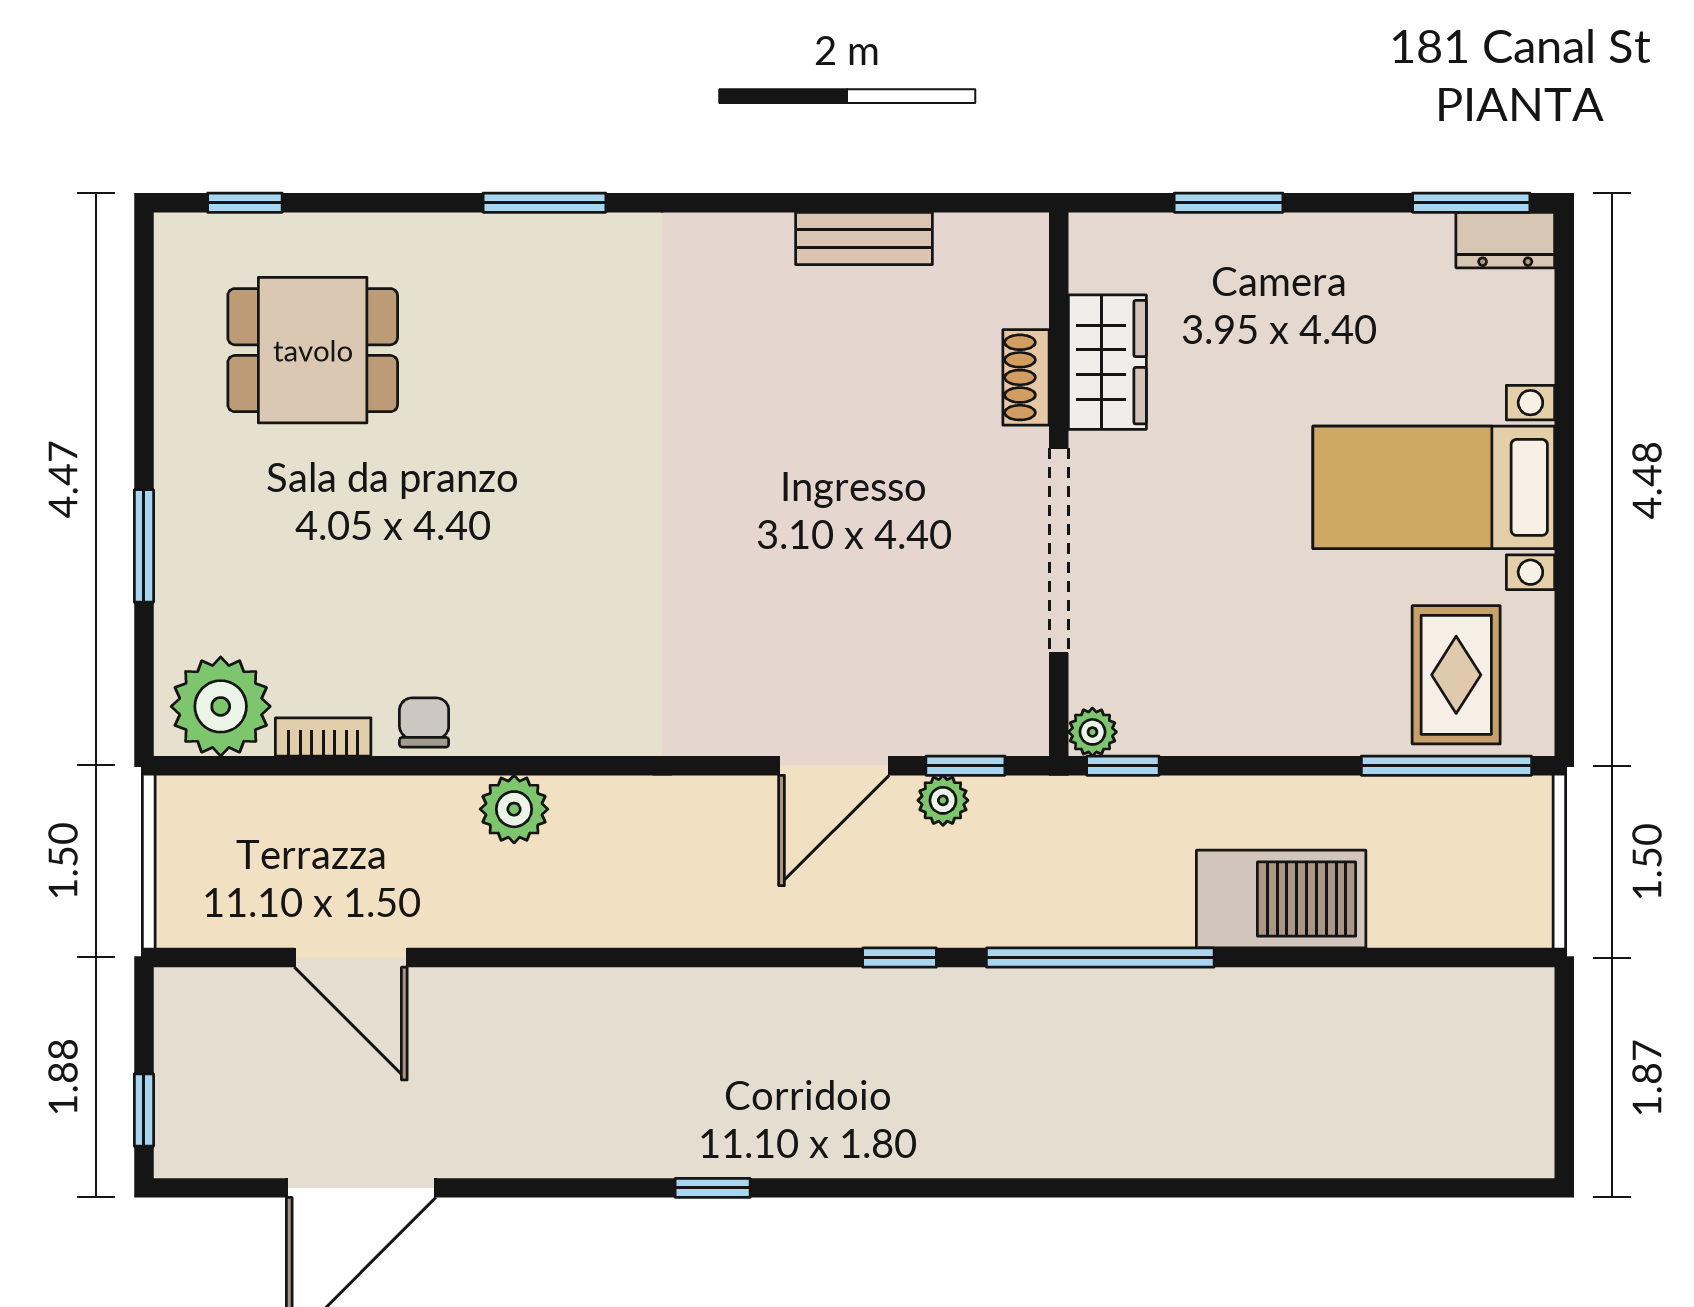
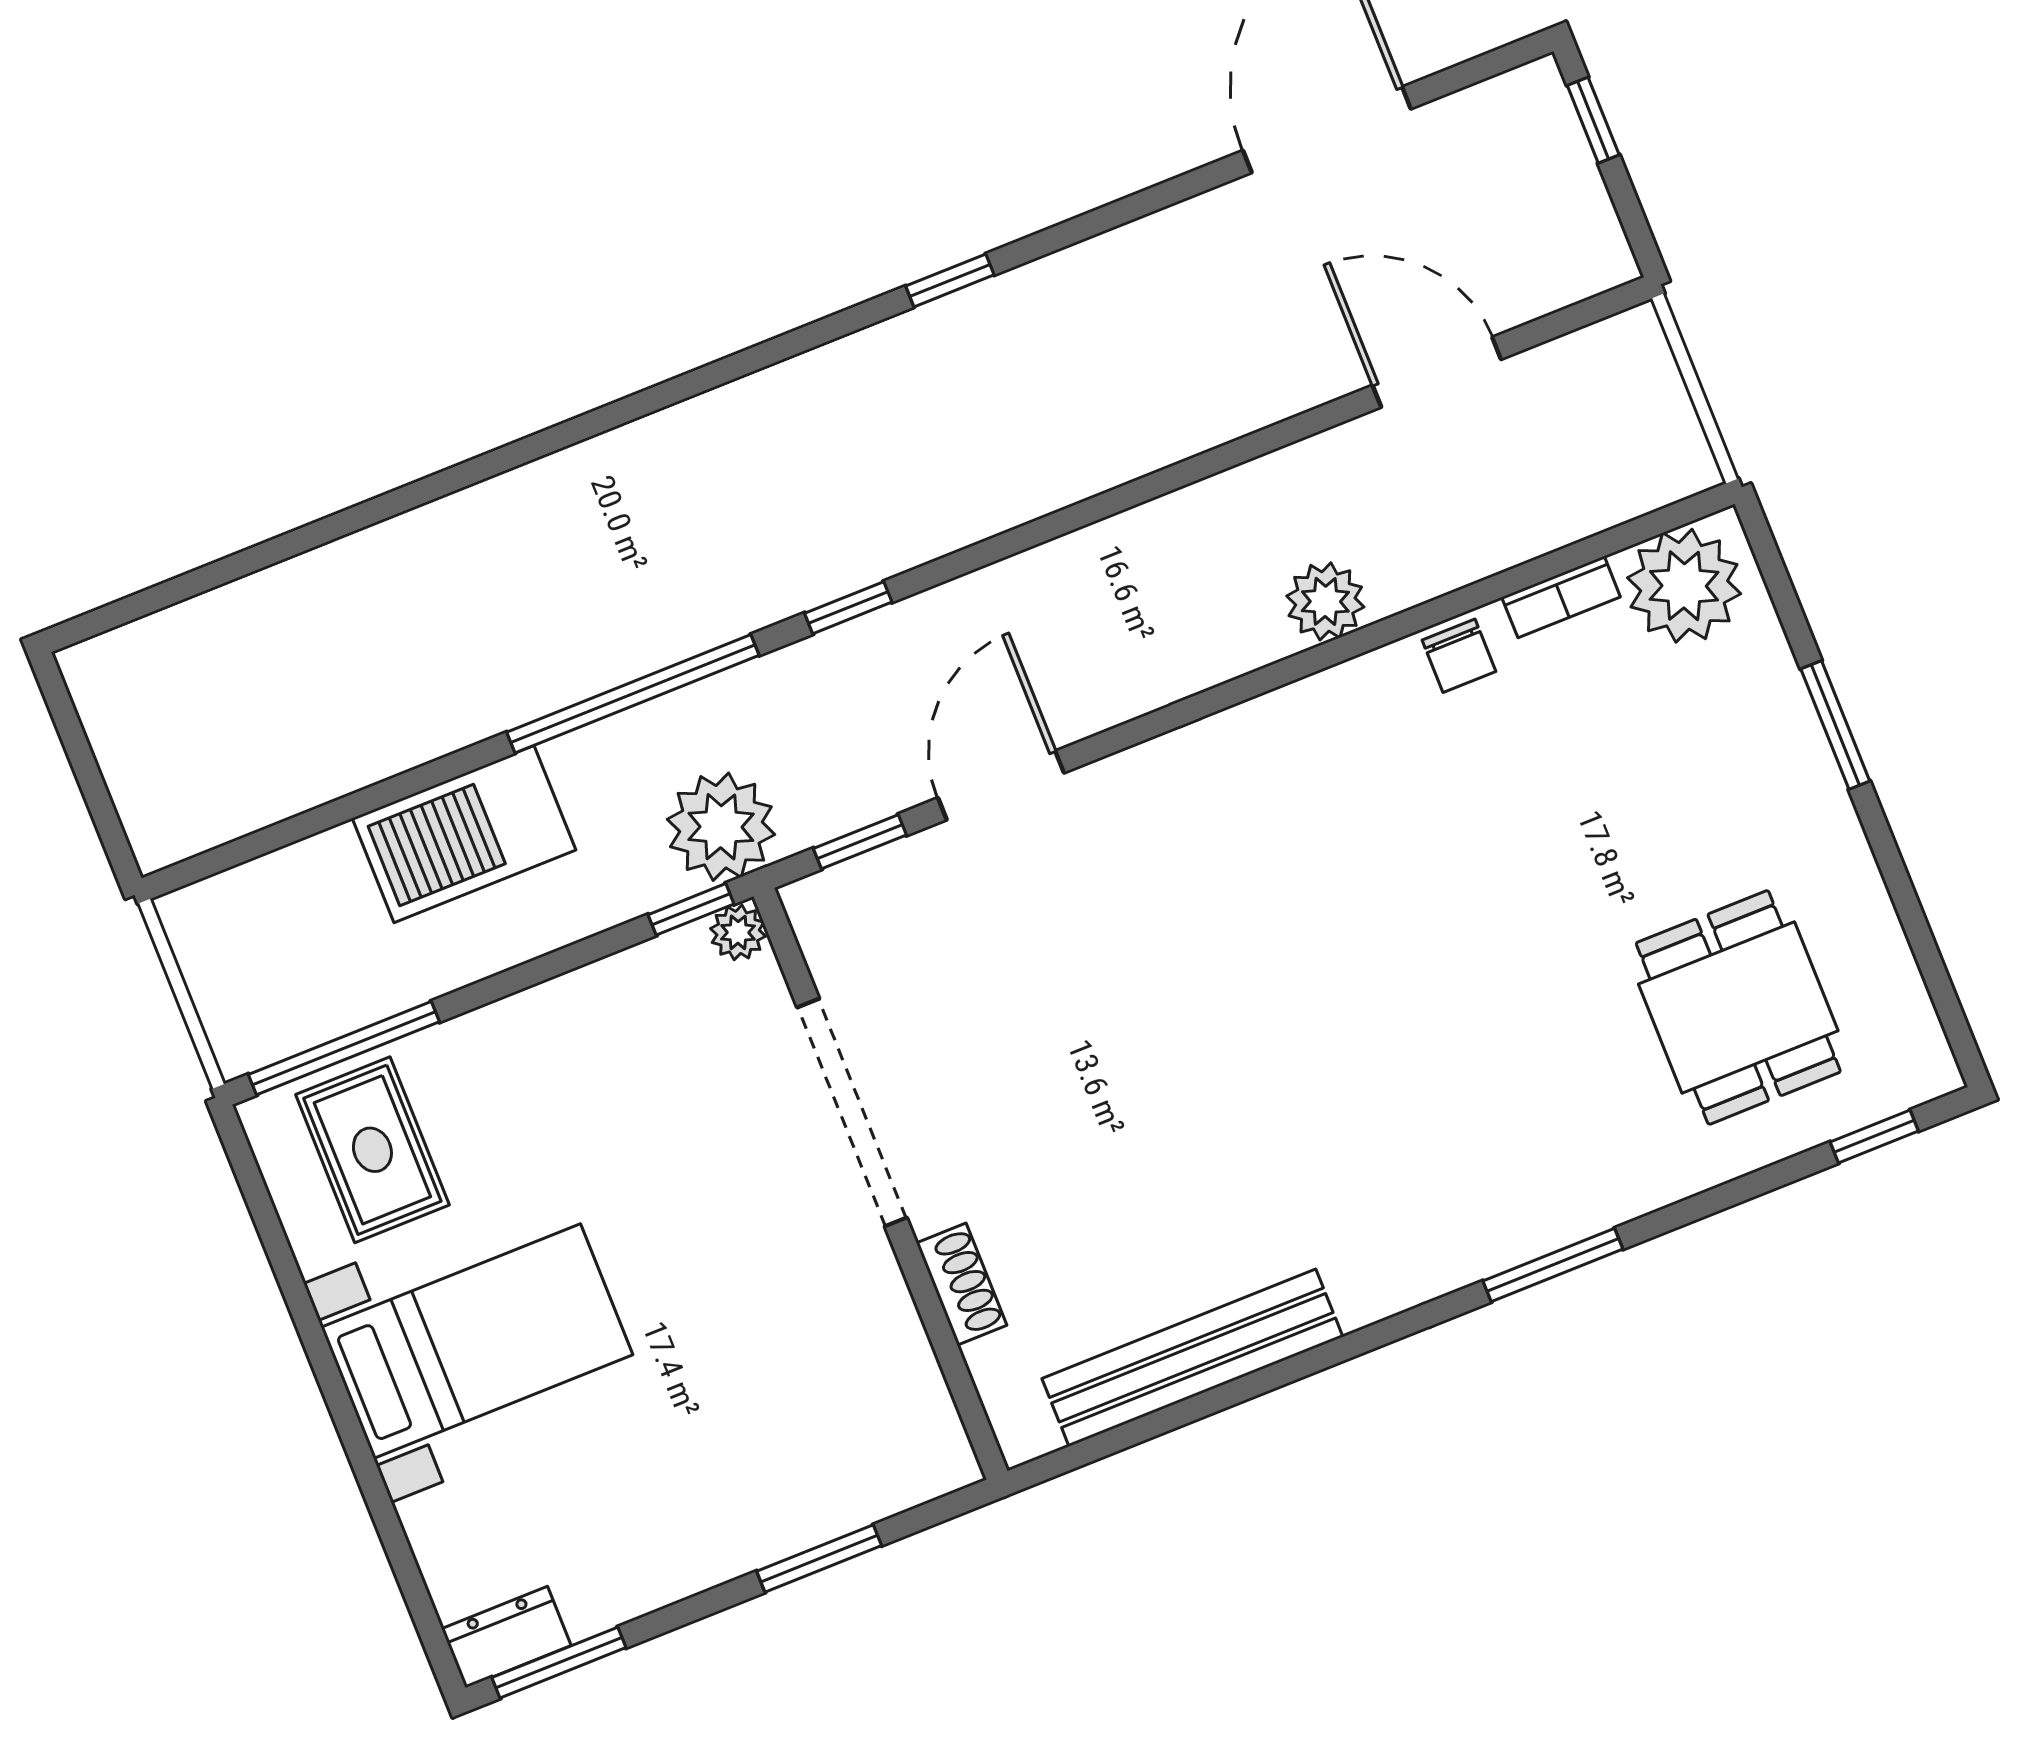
bench: (864, 238) -> (1192, 1358), width x1.86, depth x1.21
dining table: (313, 350) -> (1738, 1007), turned 90
wardrobe: (1107, 362) -> (881, 1335), removed
plant: (943, 800) -> (721, 827), moved, width x1.88, depth x1.88

